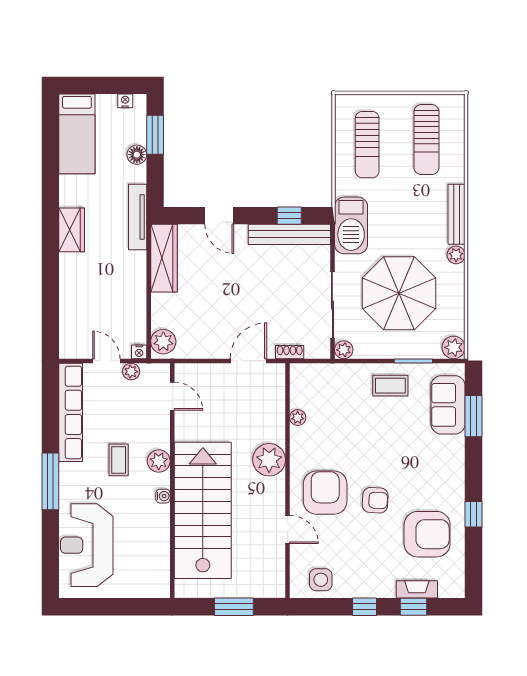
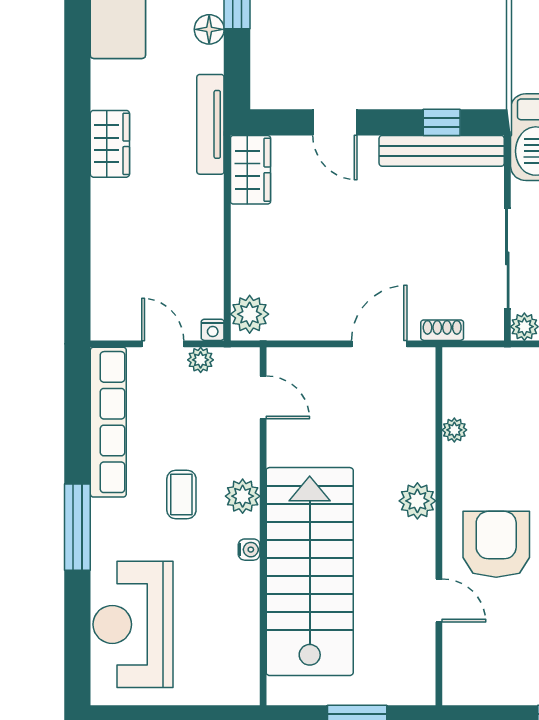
wardrobe: (164, 258) -> (250, 170), width x0.67
plant: (269, 460) -> (417, 501), width x0.73, depth x0.73
side table: (321, 580) -> (489, 677), removed

